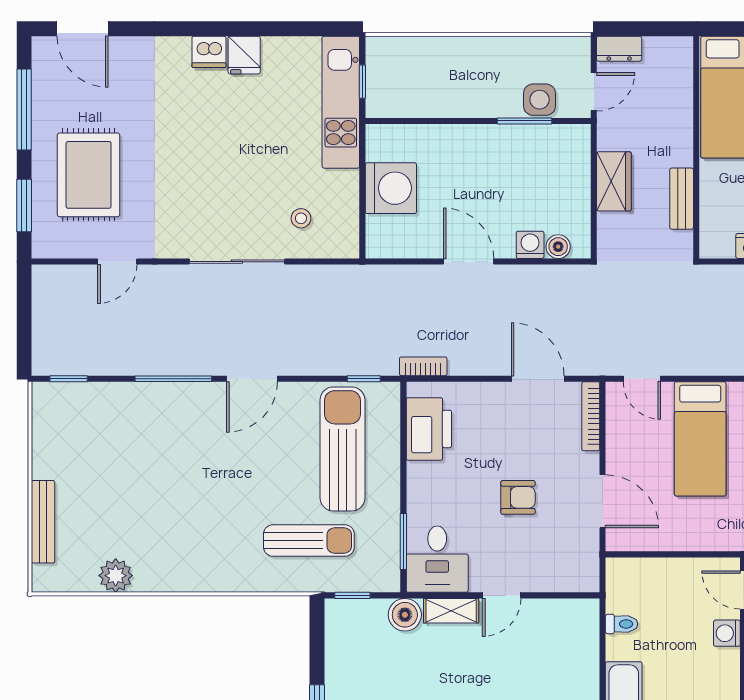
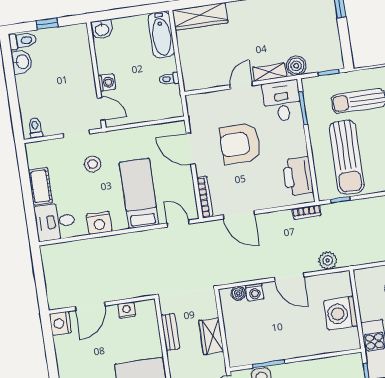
plant: (400, 280) -> (328, 261), added
armchair: (518, 497) -> (240, 144), width x1.88, depth x1.88

